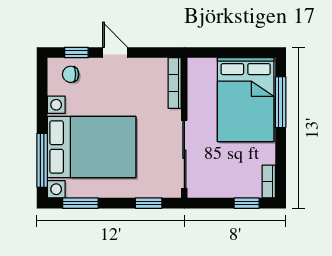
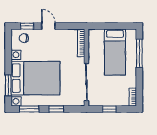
bed: (246, 100) -> (115, 52), width x0.67
window: (42, 160) -> (8, 85), width x0.69
window: (149, 203) -> (56, 109), moved
window: (247, 203) -> (109, 109), moved

